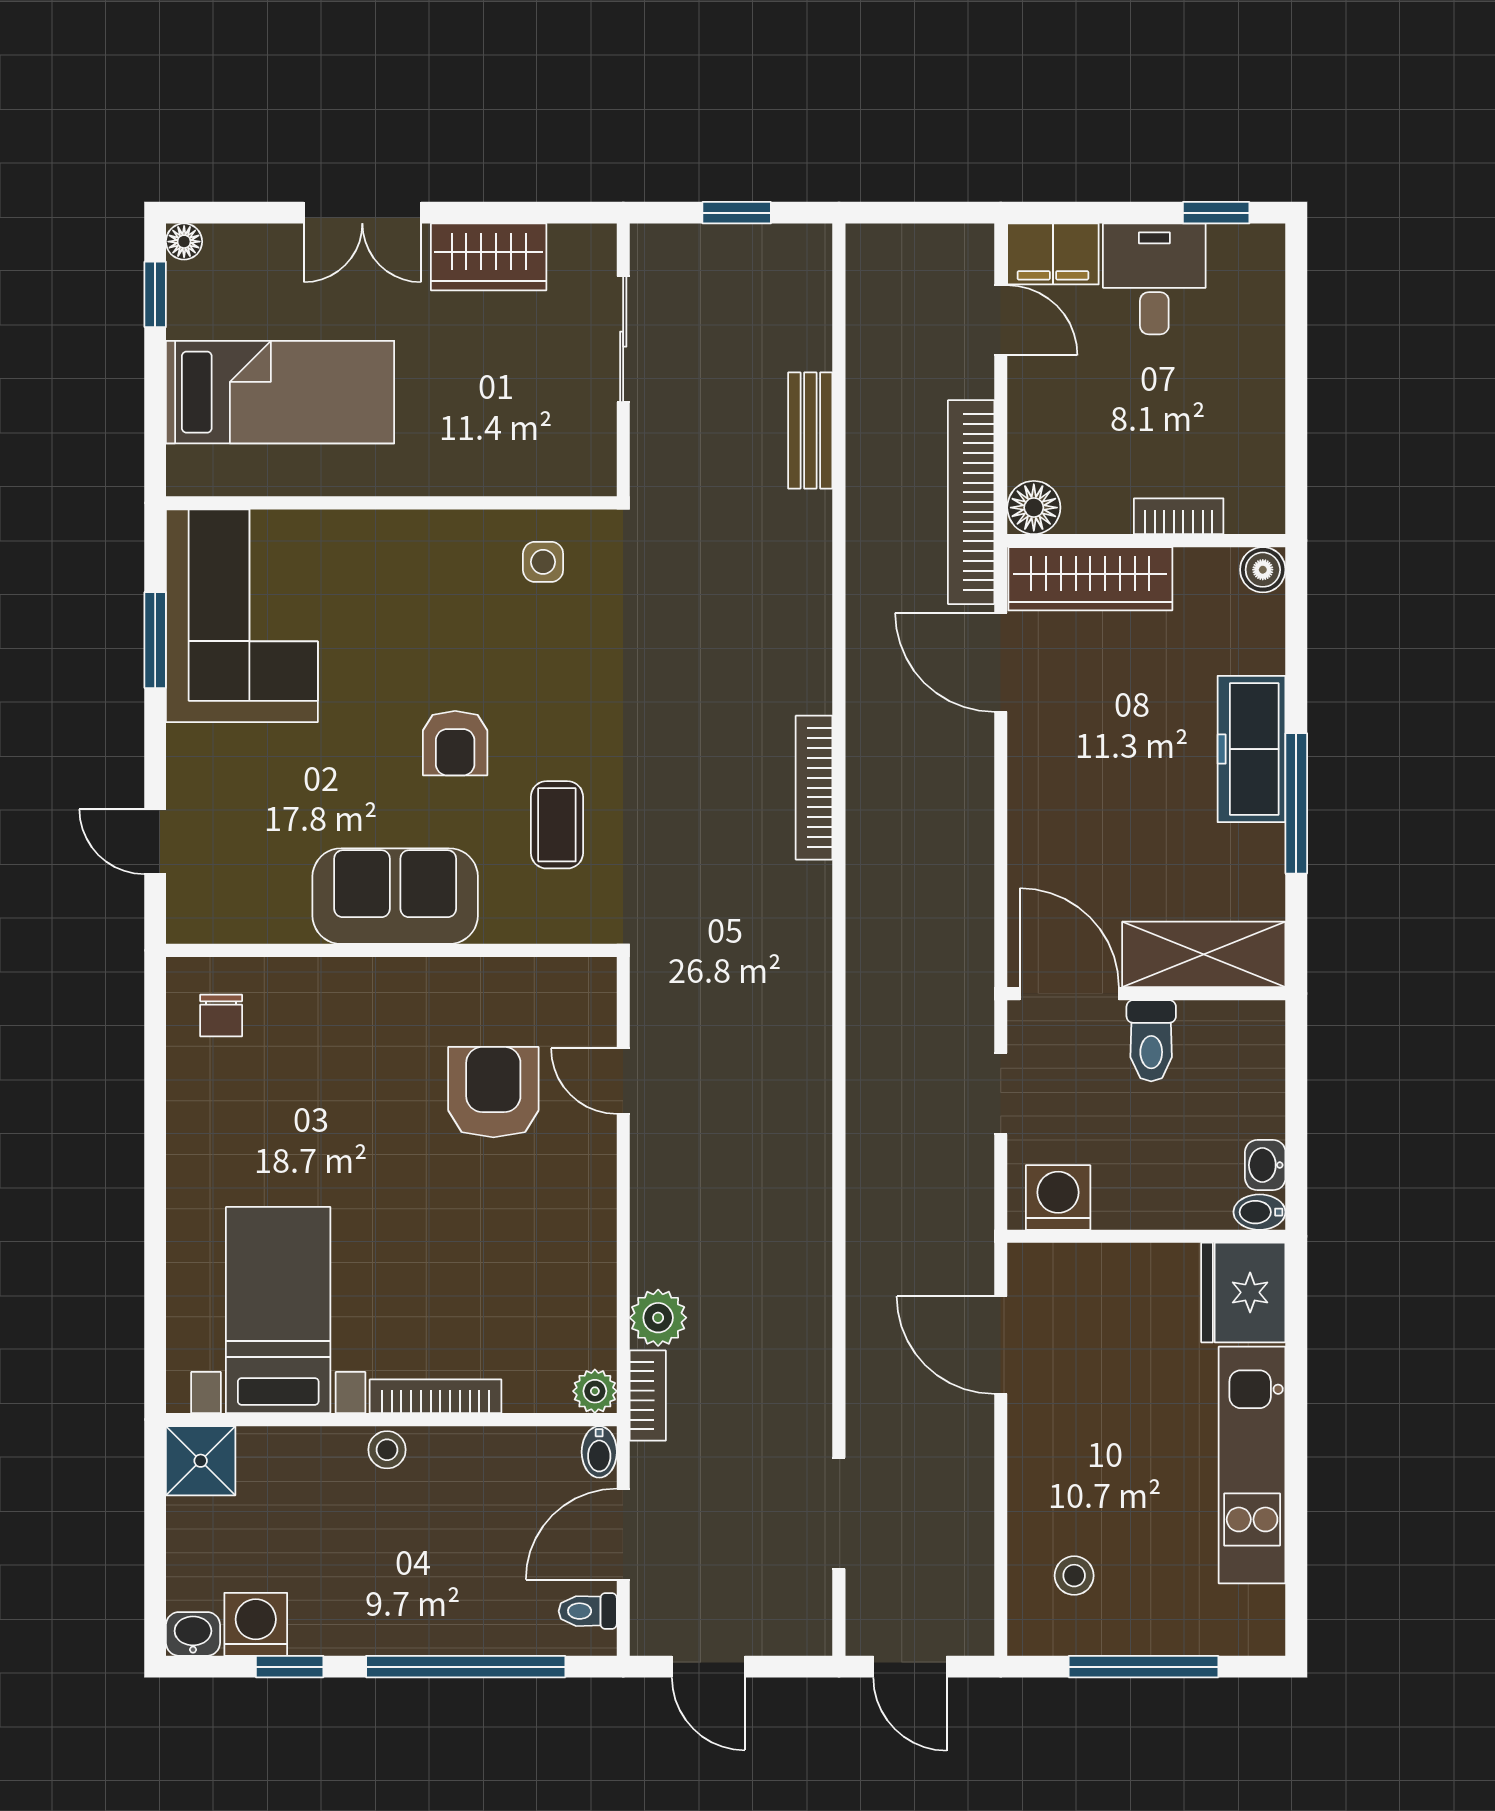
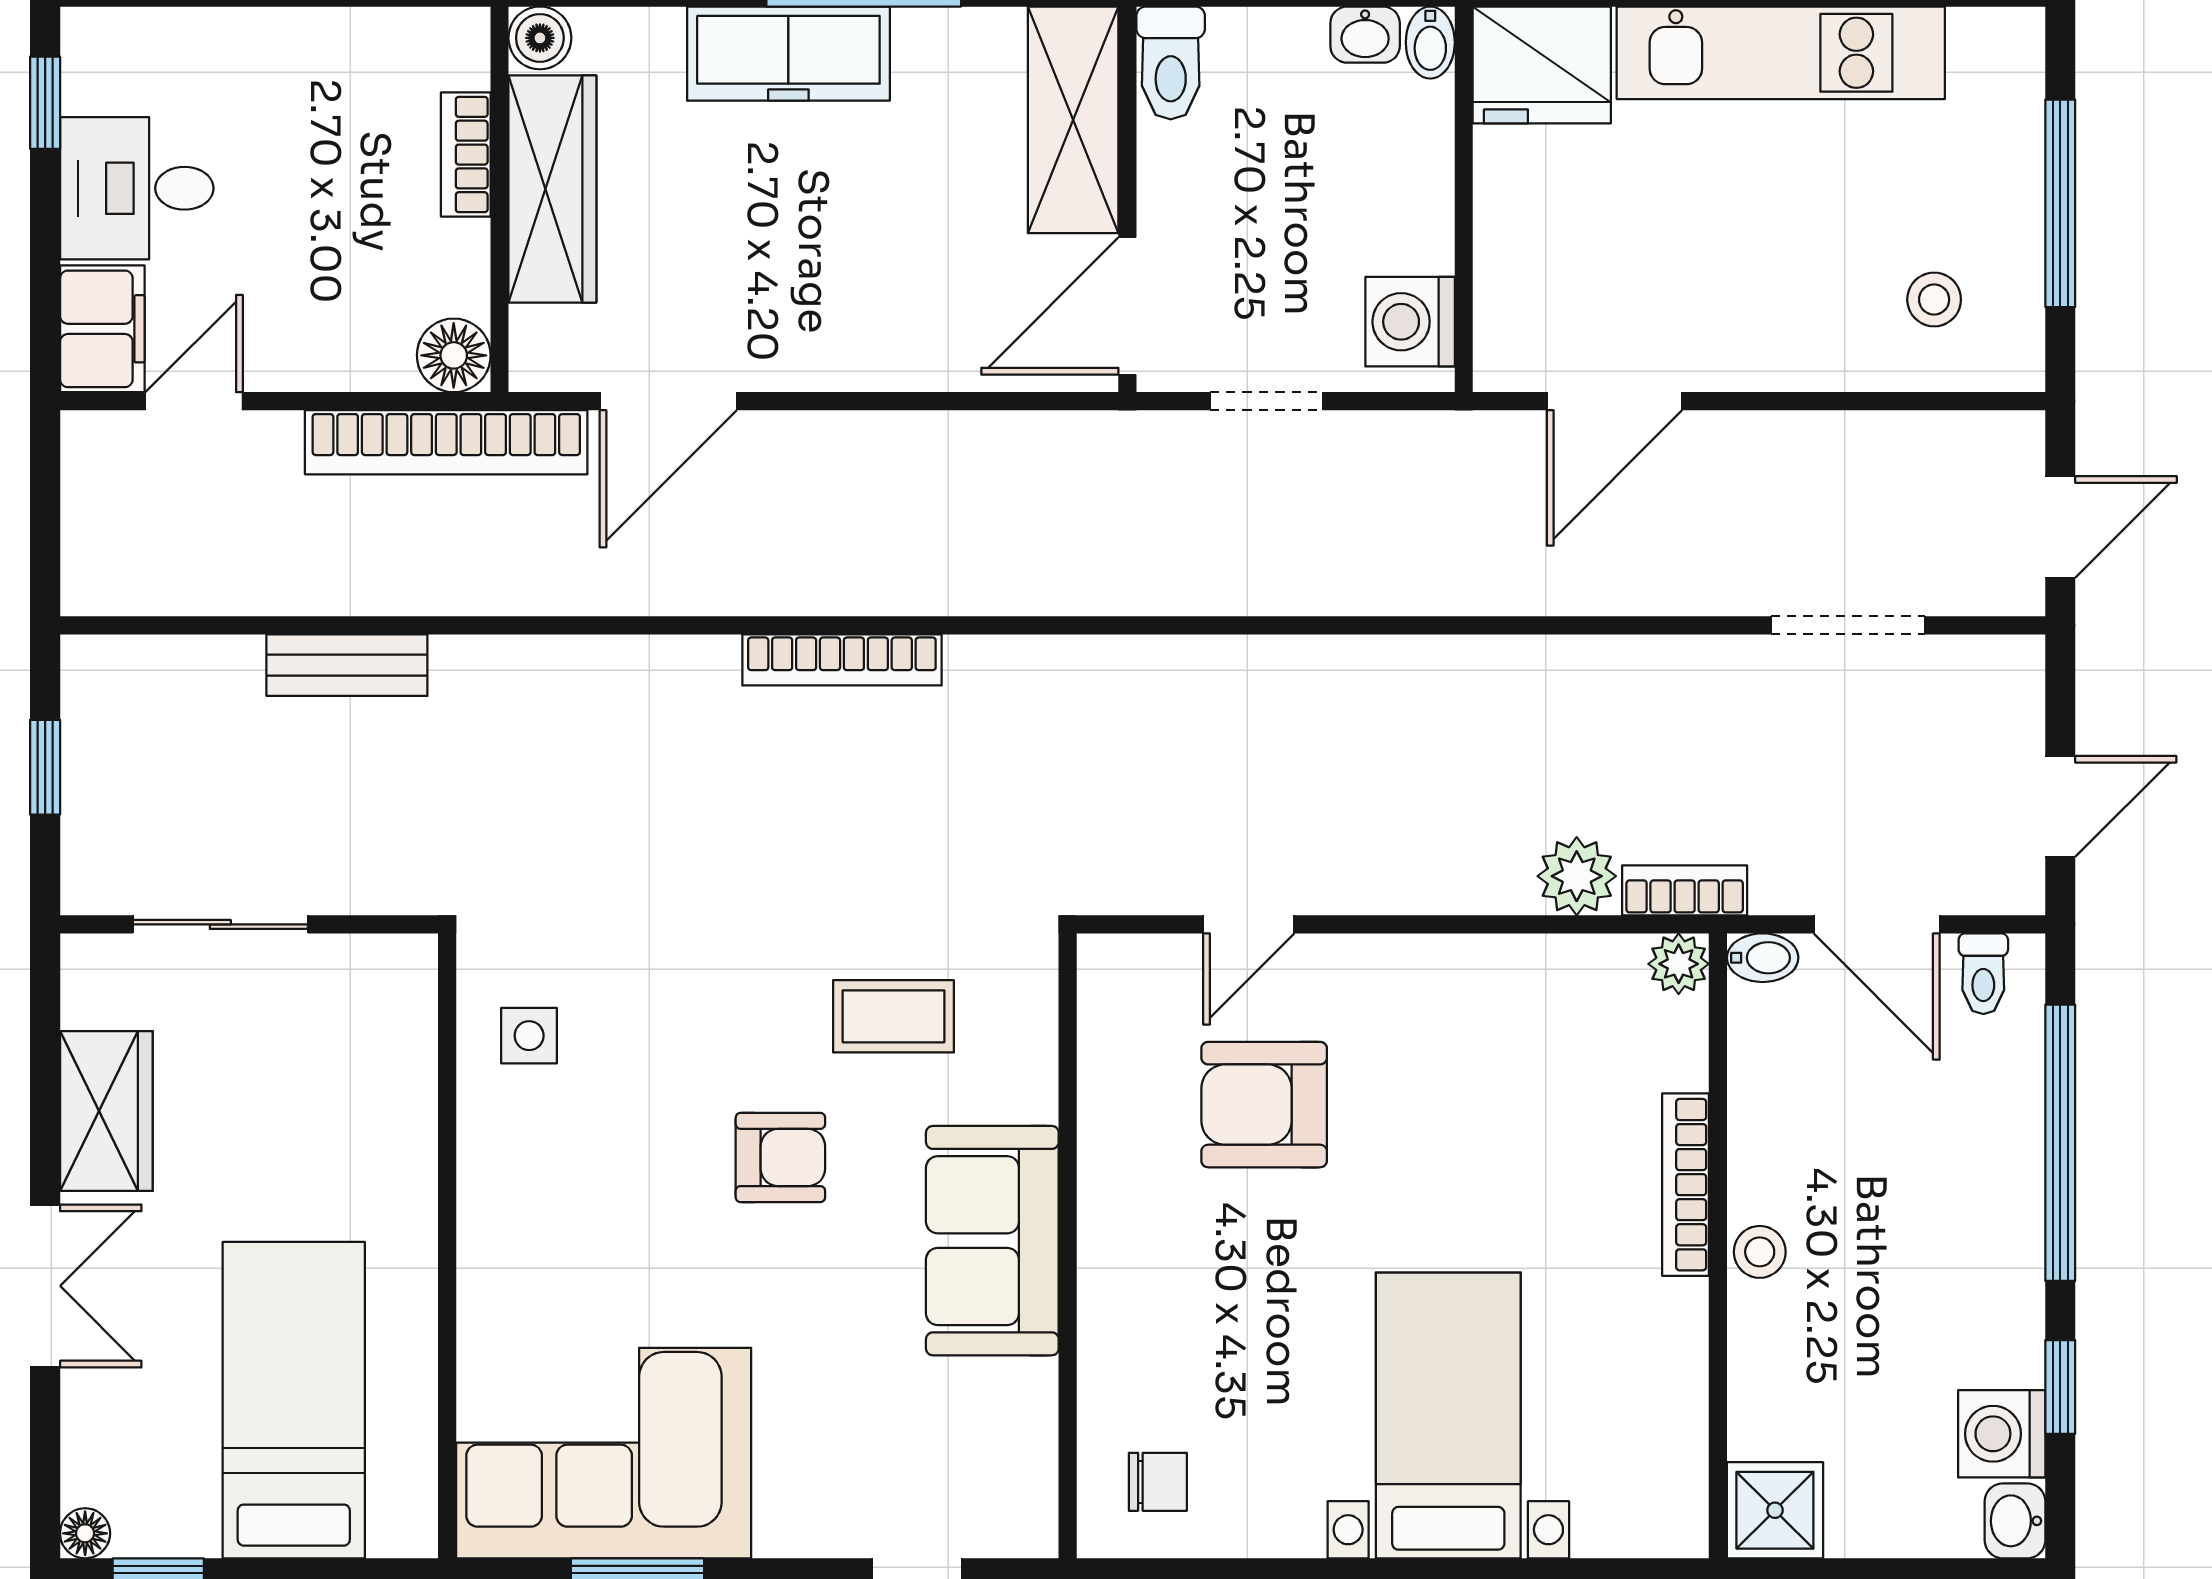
wardrobe: (1090, 579) -> (552, 189), moved
toilet: (1151, 1041) -> (1171, 63), moved, turned 90
bed with nightstands: (278, 1310) -> (1448, 1415), moved, turned 90

